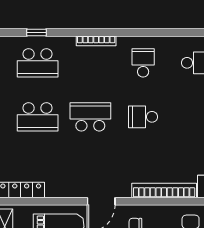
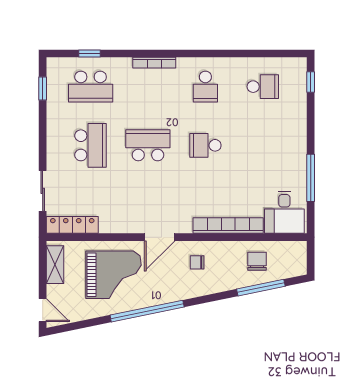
school desk: (143, 63) -> (205, 87), turned 180
school desk: (38, 117) -> (91, 145), turned -90

